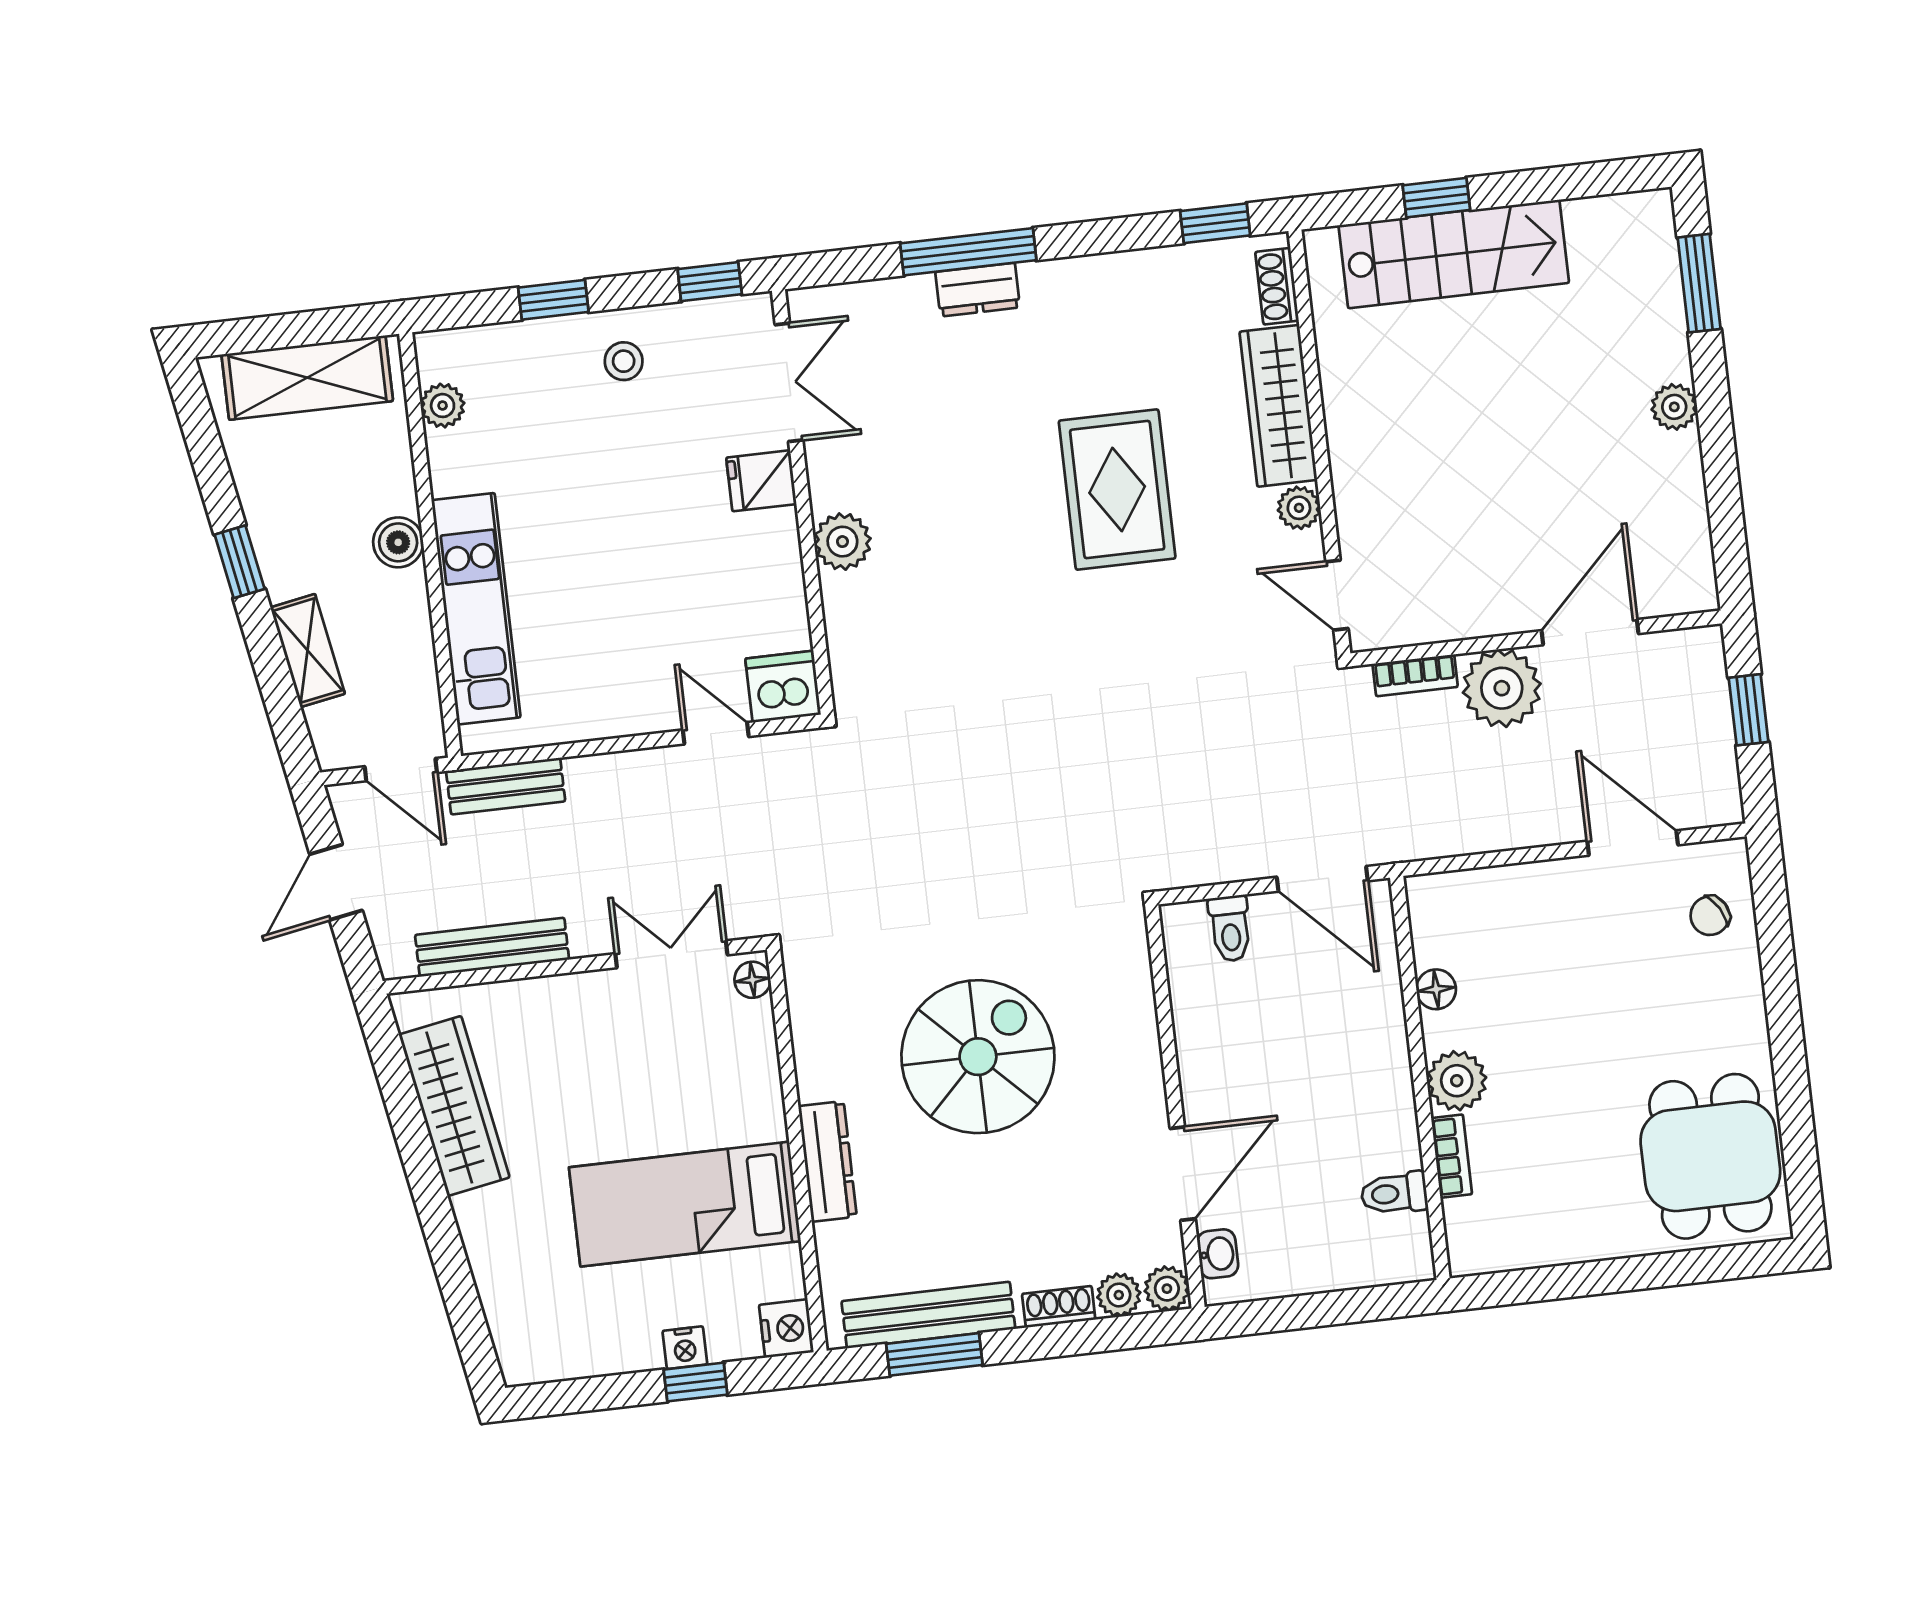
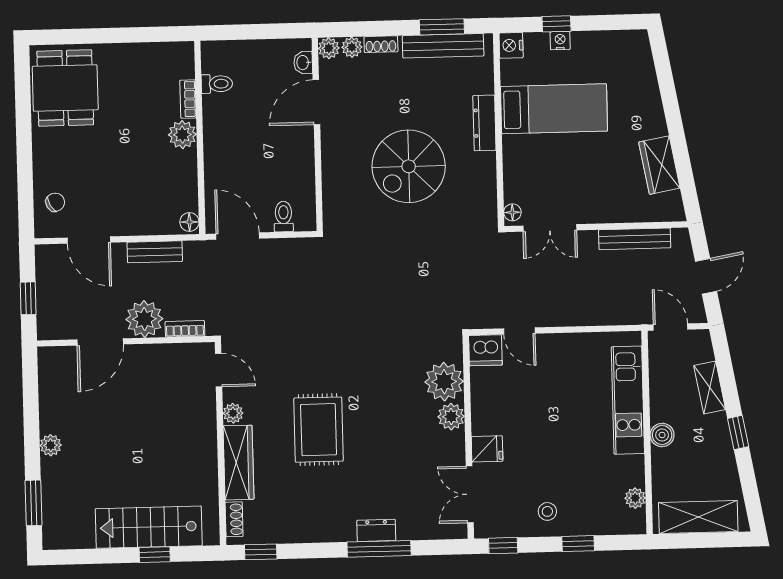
plant: (863, 613) -> (444, 382), added
bench: (506, 786) -> (155, 252), moved
floor lamp: (1436, 989) -> (189, 222), moved
wardrobe: (454, 1106) -> (659, 165), width x0.67

